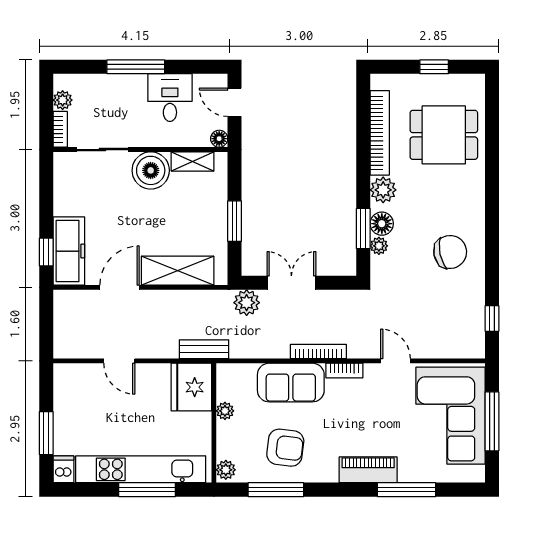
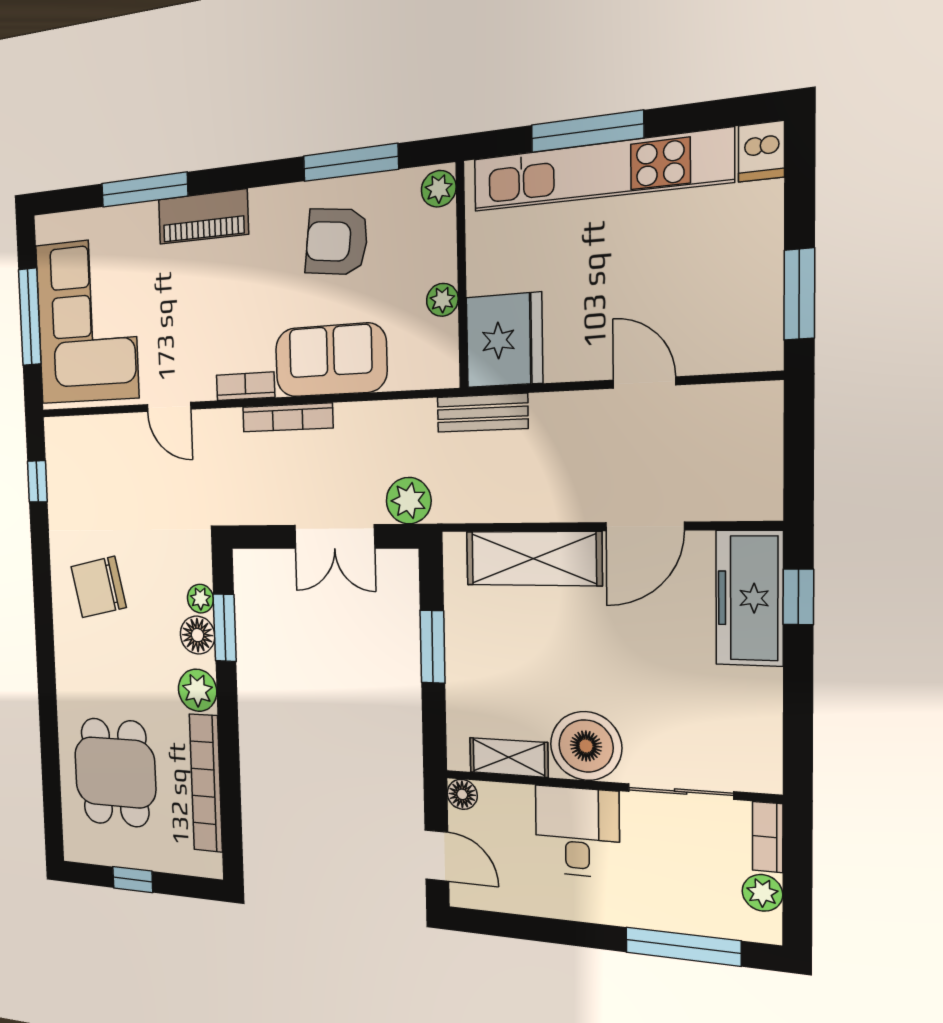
window: (136, 67) -> (683, 947), moved
desk: (170, 98) -> (577, 832), moved, turned 180
dining table: (444, 135) -> (115, 772), turned 90
window: (46, 433) -> (799, 294), moved

